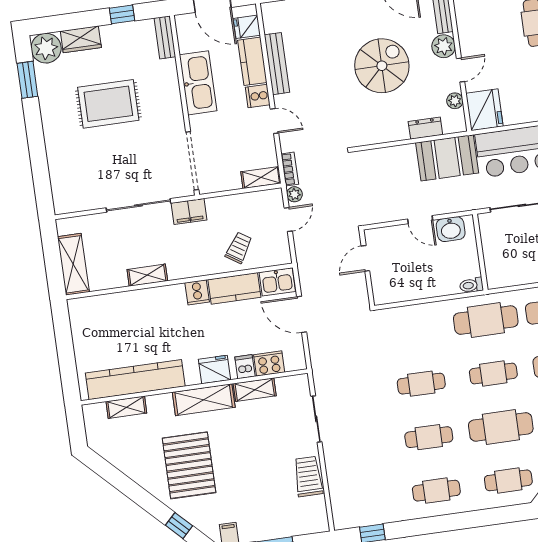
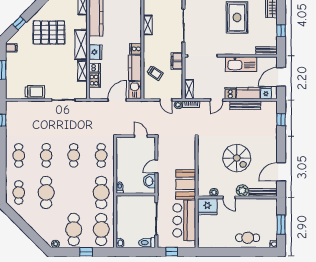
dresser: (425, 128) -> (202, 176), removed
filing cabinet: (189, 211) -> (177, 61), moved
cafe table: (493, 374) -> (101, 155), moved

